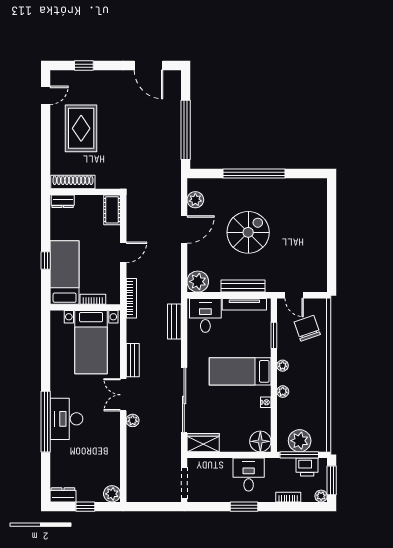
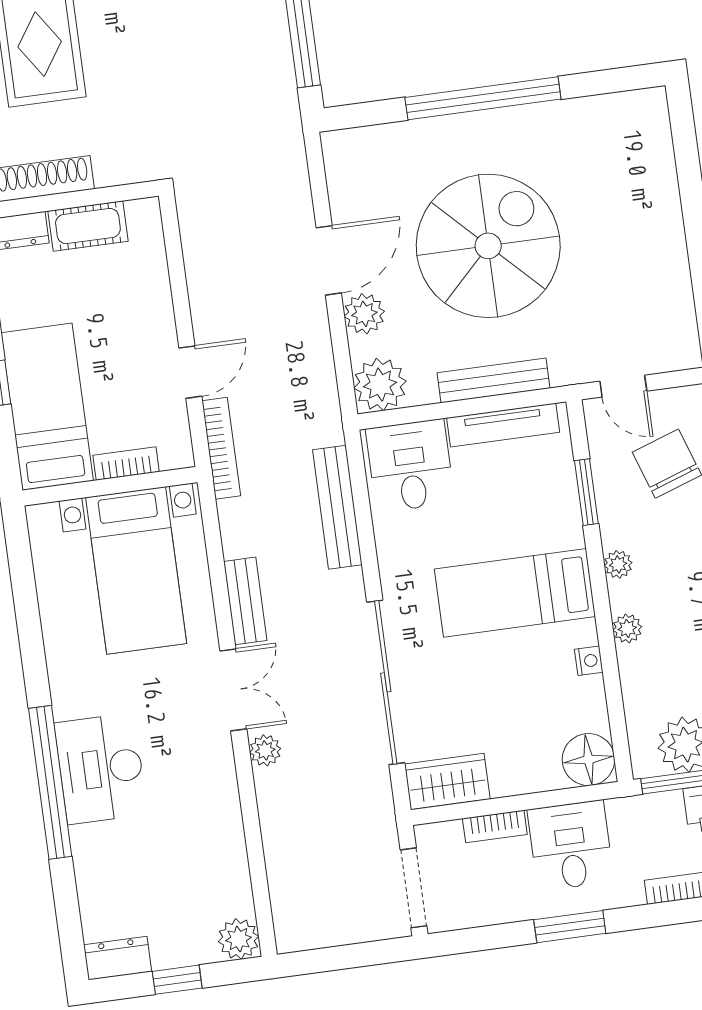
plant: (195, 200) -> (364, 314), moved
cot: (112, 210) -> (88, 226), moved, turned 90
spiral stairs: (248, 232) -> (488, 246), width x1.37, depth x1.37
door: (123, 252) -> (190, 372), moved
bench: (174, 322) -> (337, 507), width x1.36
double door: (123, 395) -> (233, 690), swing flipped
bookcase: (220, 463) -> (495, 826), added

